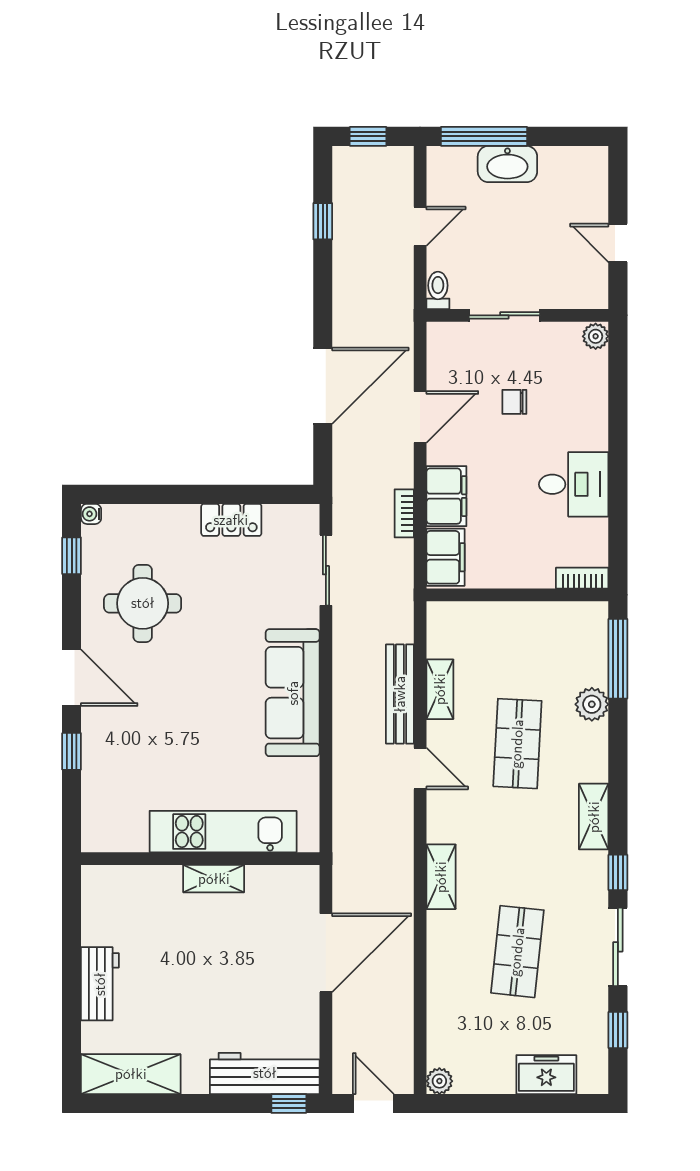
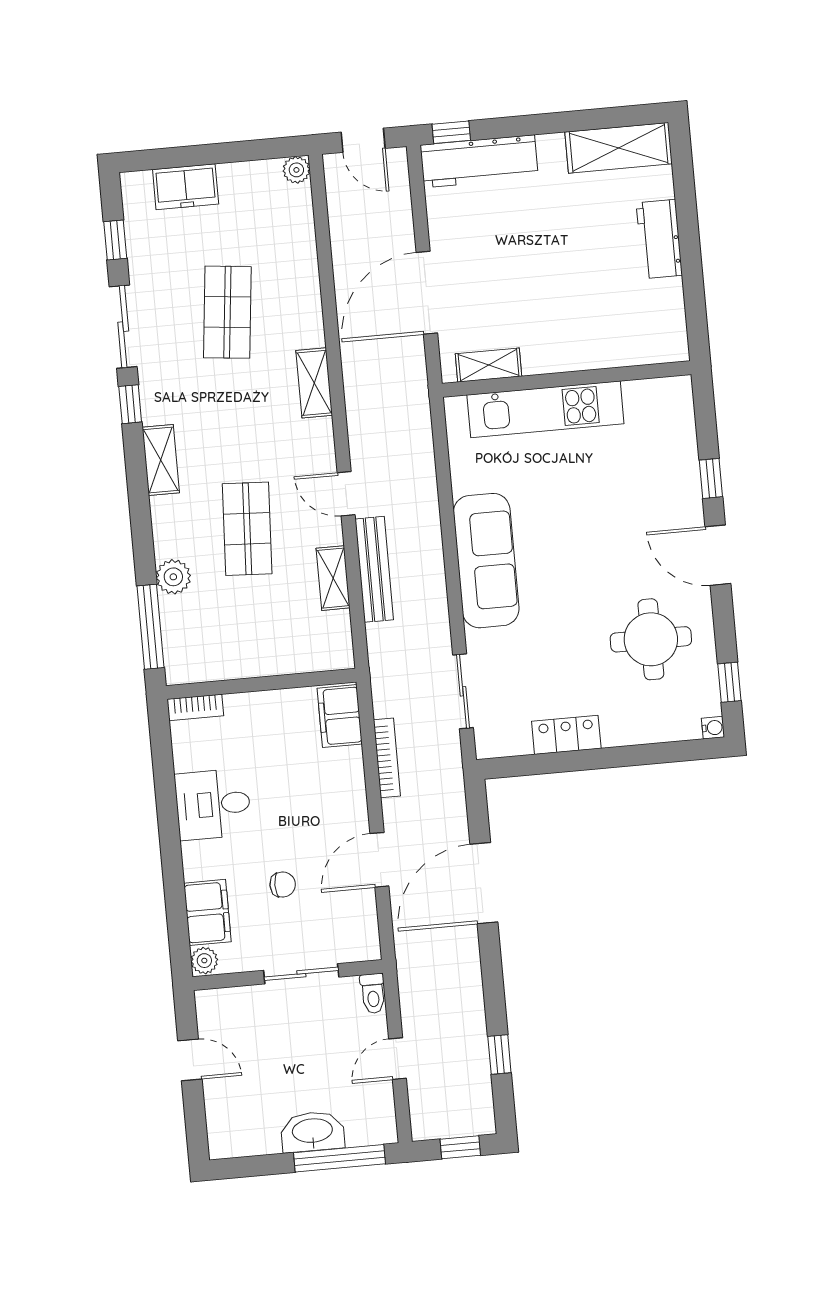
filing cabinet: (446, 496) -> (207, 912), moved, turned 180
bookcase: (404, 513) -> (387, 758), width x1.56
shelving: (214, 879) -> (489, 365), moved

